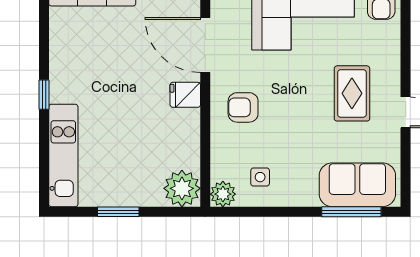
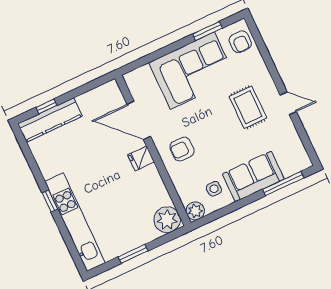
kitchen unit: (63, 155) -> (75, 222), width x1.36
sofa: (357, 185) -> (253, 176), moved

